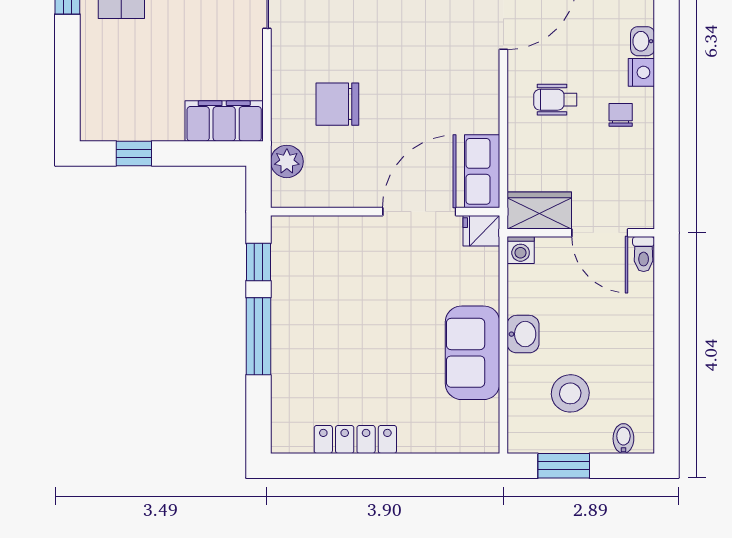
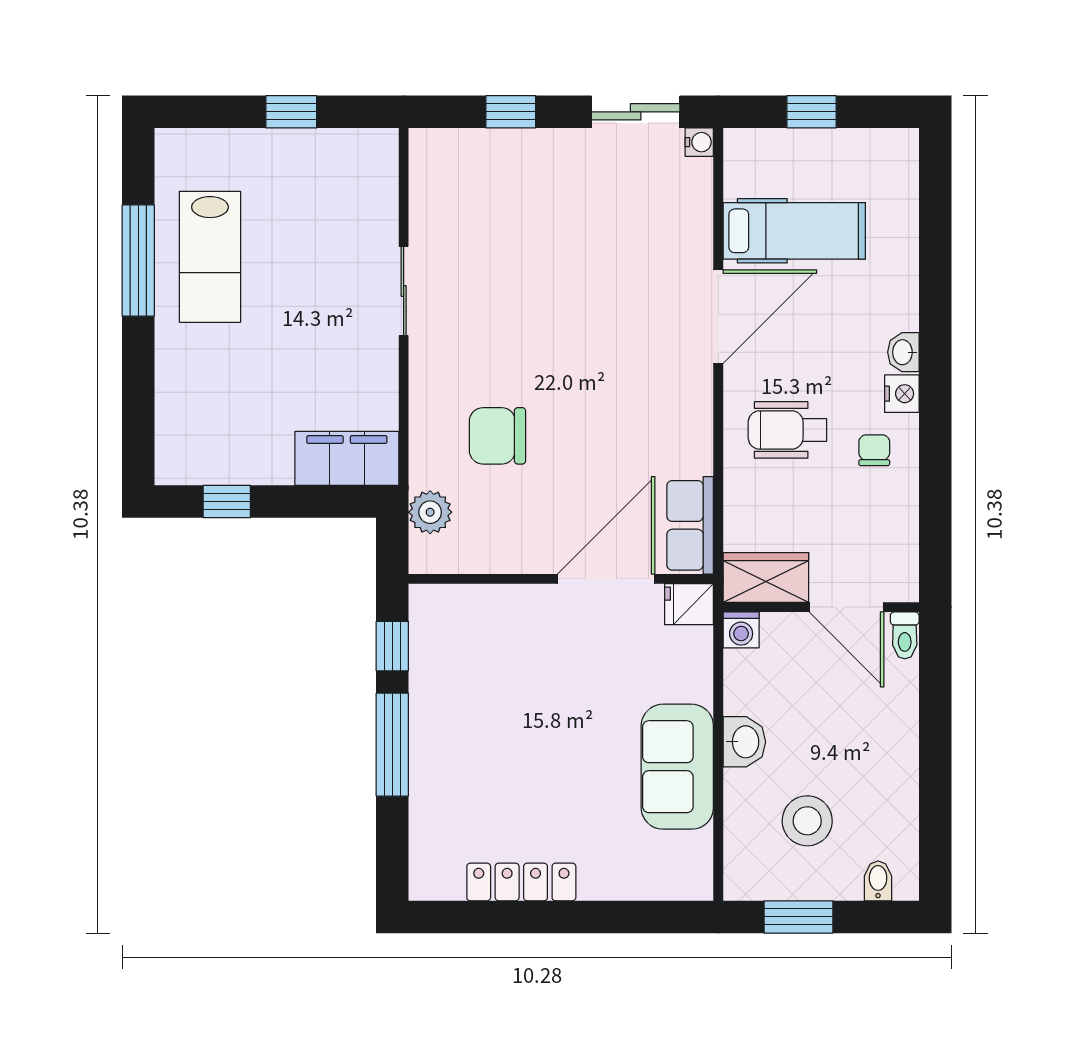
wheelchair: (555, 100) -> (787, 430), width x1.36, depth x1.37

